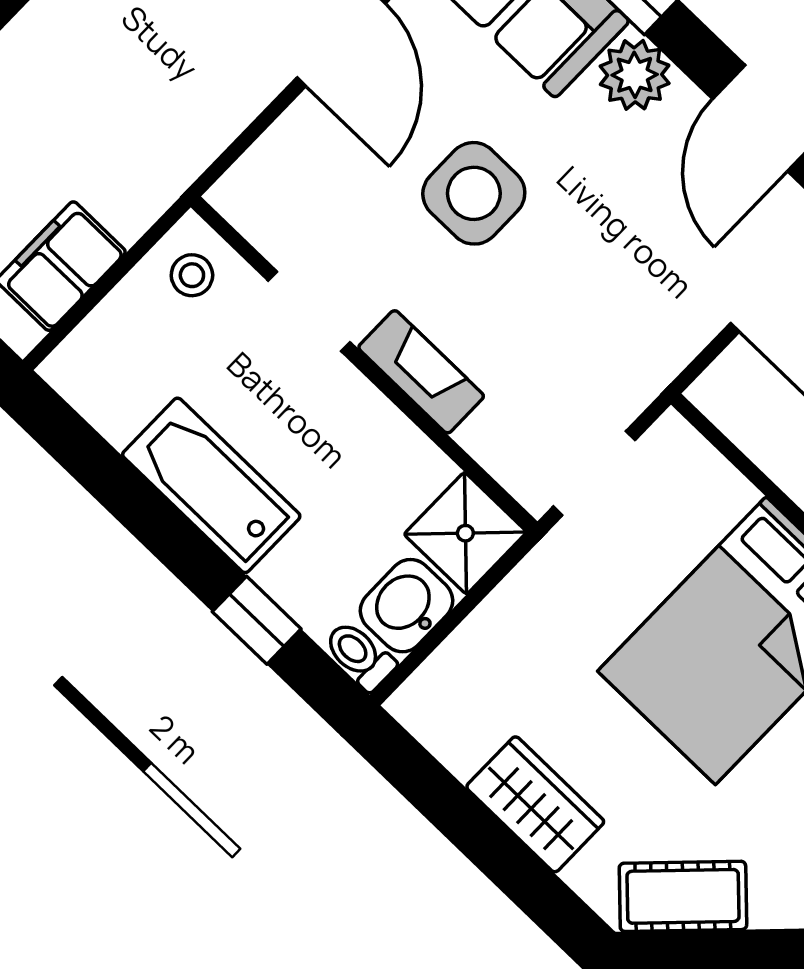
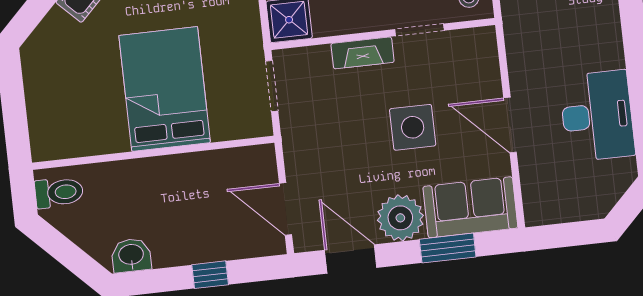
plant: (635, 75) -> (400, 218), width x1.36, depth x1.36

